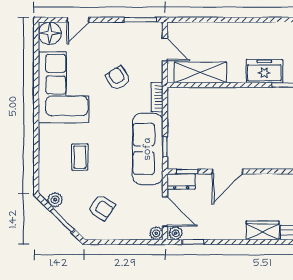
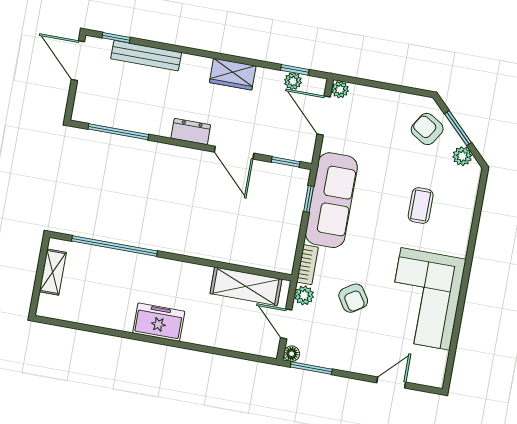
floor lamp: (50, 33) -> (292, 354), moved, width x0.53, depth x0.53
freezer: (264, 71) -> (159, 322), moved, turned 180
plant: (155, 74) -> (304, 295), added
door: (227, 171) -> (234, 153), swing flipped
dresser: (181, 182) -> (191, 132), moved
armchair: (102, 208) -> (427, 129), moved
wardrobe: (263, 230) -> (233, 74), moved
plant: (176, 233) -> (293, 81), moved

